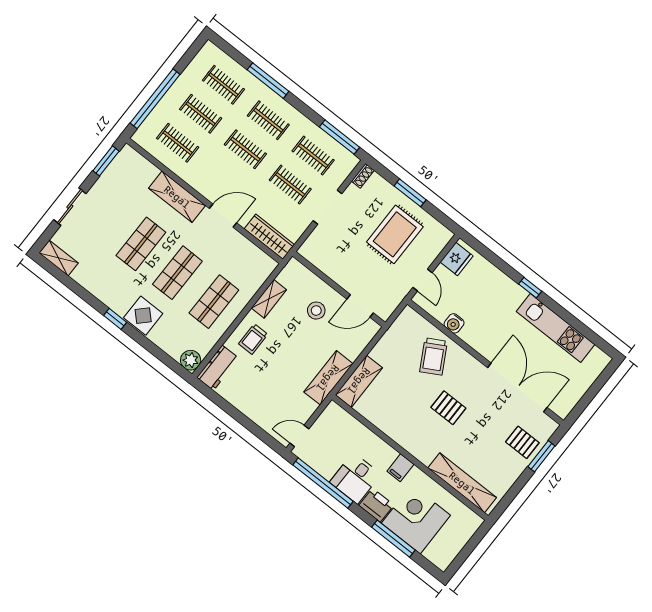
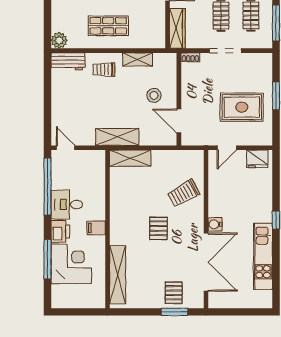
shoe rack: (363, 176) -> (190, 57), moved
water cooler: (454, 323) -> (215, 224), moved

